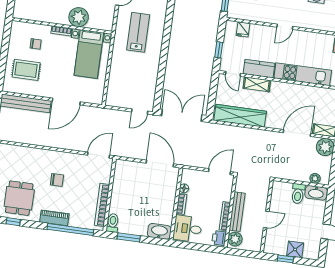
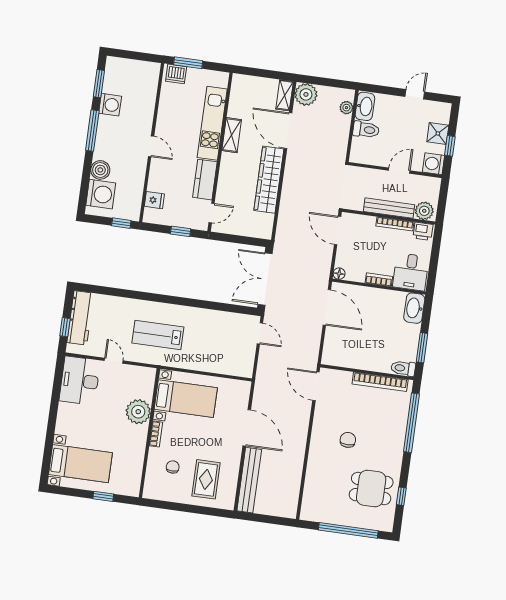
shelving: (257, 84) -> (232, 135), moved
wardrobe: (240, 116) -> (269, 180), moved
door: (160, 164) -> (327, 307), swing flipped
floor lamp: (184, 188) -> (339, 274), moved
piano: (54, 218) -> (397, 443), removed
door: (266, 220) -> (399, 171), hinge flipped
washing machine: (272, 246) -> (433, 164), added

